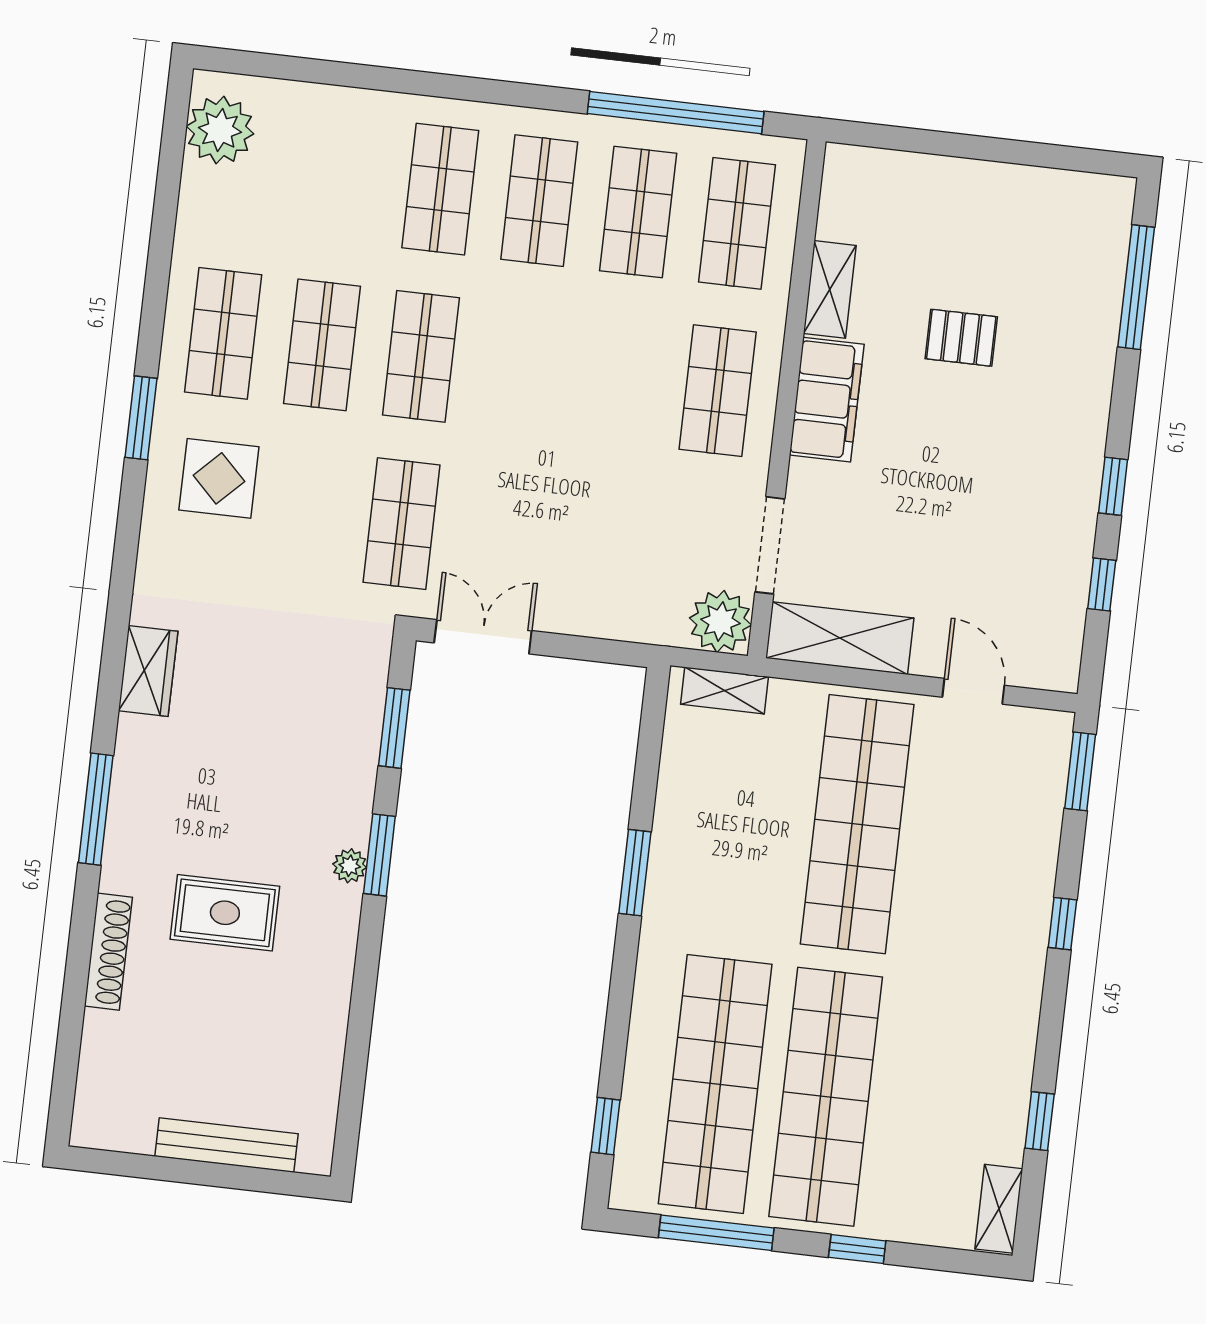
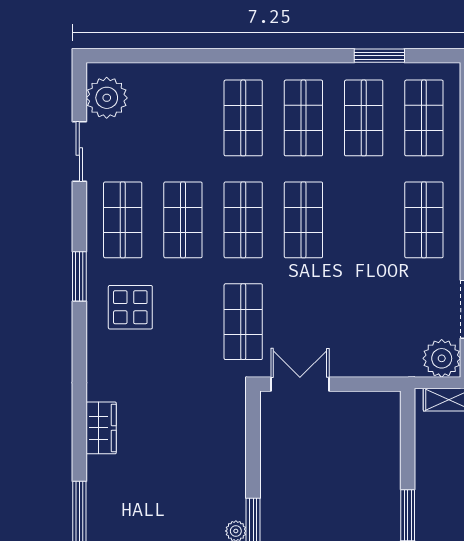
window: (676, 113) -> (379, 56), width x0.47
sliding door: (165, 213) -> (79, 151), added
shop shelf: (520, 368) -> (303, 220), added
window: (394, 728) -> (253, 445), removed

